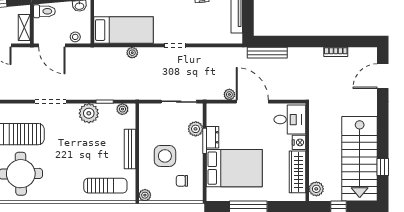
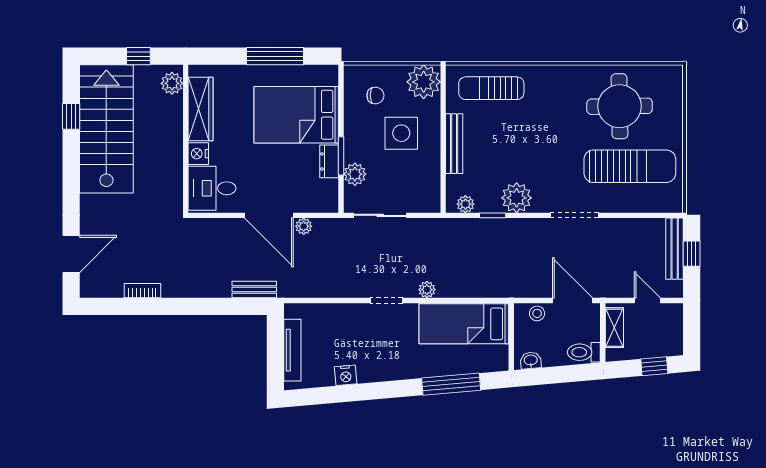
plant: (132, 53) -> (427, 290), moved
bench: (267, 53) -> (254, 290), width x0.73
plant: (145, 195) -> (424, 82), width x1.88, depth x1.88

